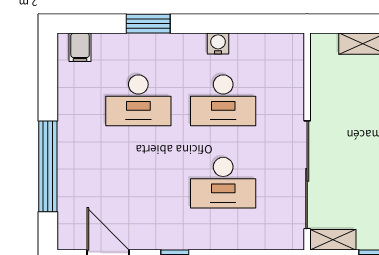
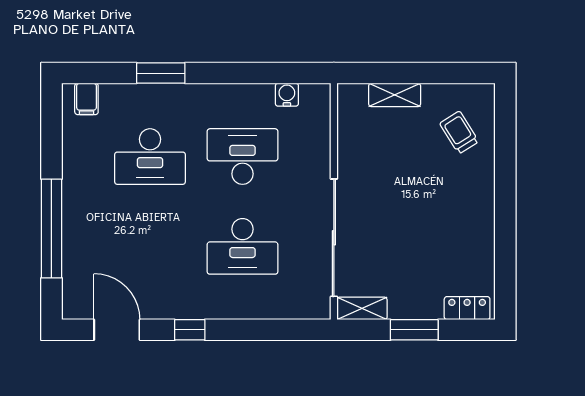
water cooler: (218, 44) -> (287, 95), moved
desk: (223, 100) -> (242, 157), turned 180

